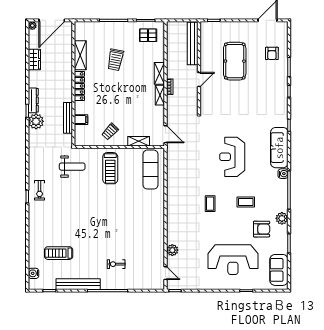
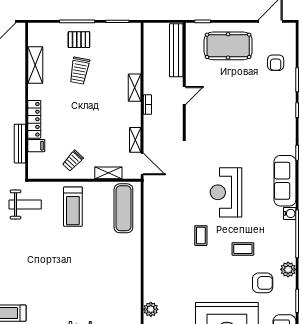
pallet: (148, 35) -> (79, 40), moved
pool table: (235, 61) -> (228, 46), moved, turned 90
locker: (79, 86) -> (34, 119), moved
shelving: (160, 95) -> (135, 140), moved
coffee table: (210, 204) -> (201, 236), moved

